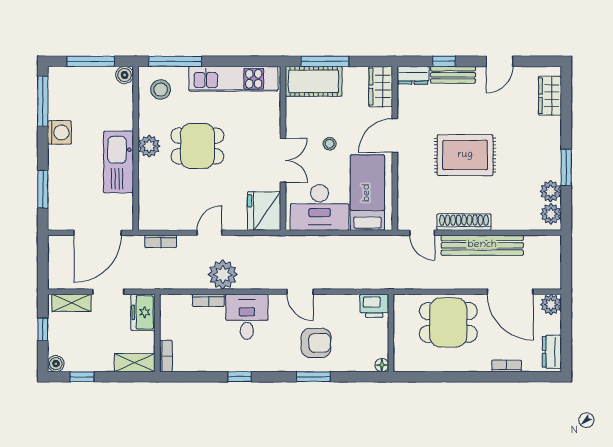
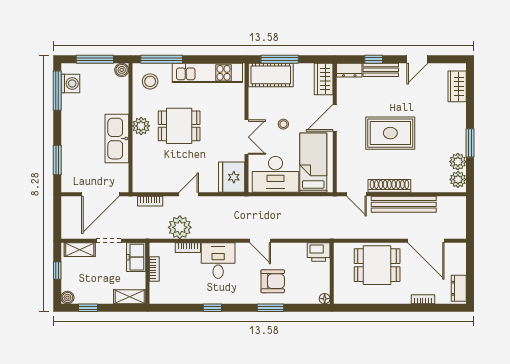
washing machine: (59, 132) -> (70, 83), moved
plant: (223, 275) -> (180, 227), moved
plant: (551, 304) -> (458, 251), removed
bookcase: (166, 356) -> (154, 269), moved

